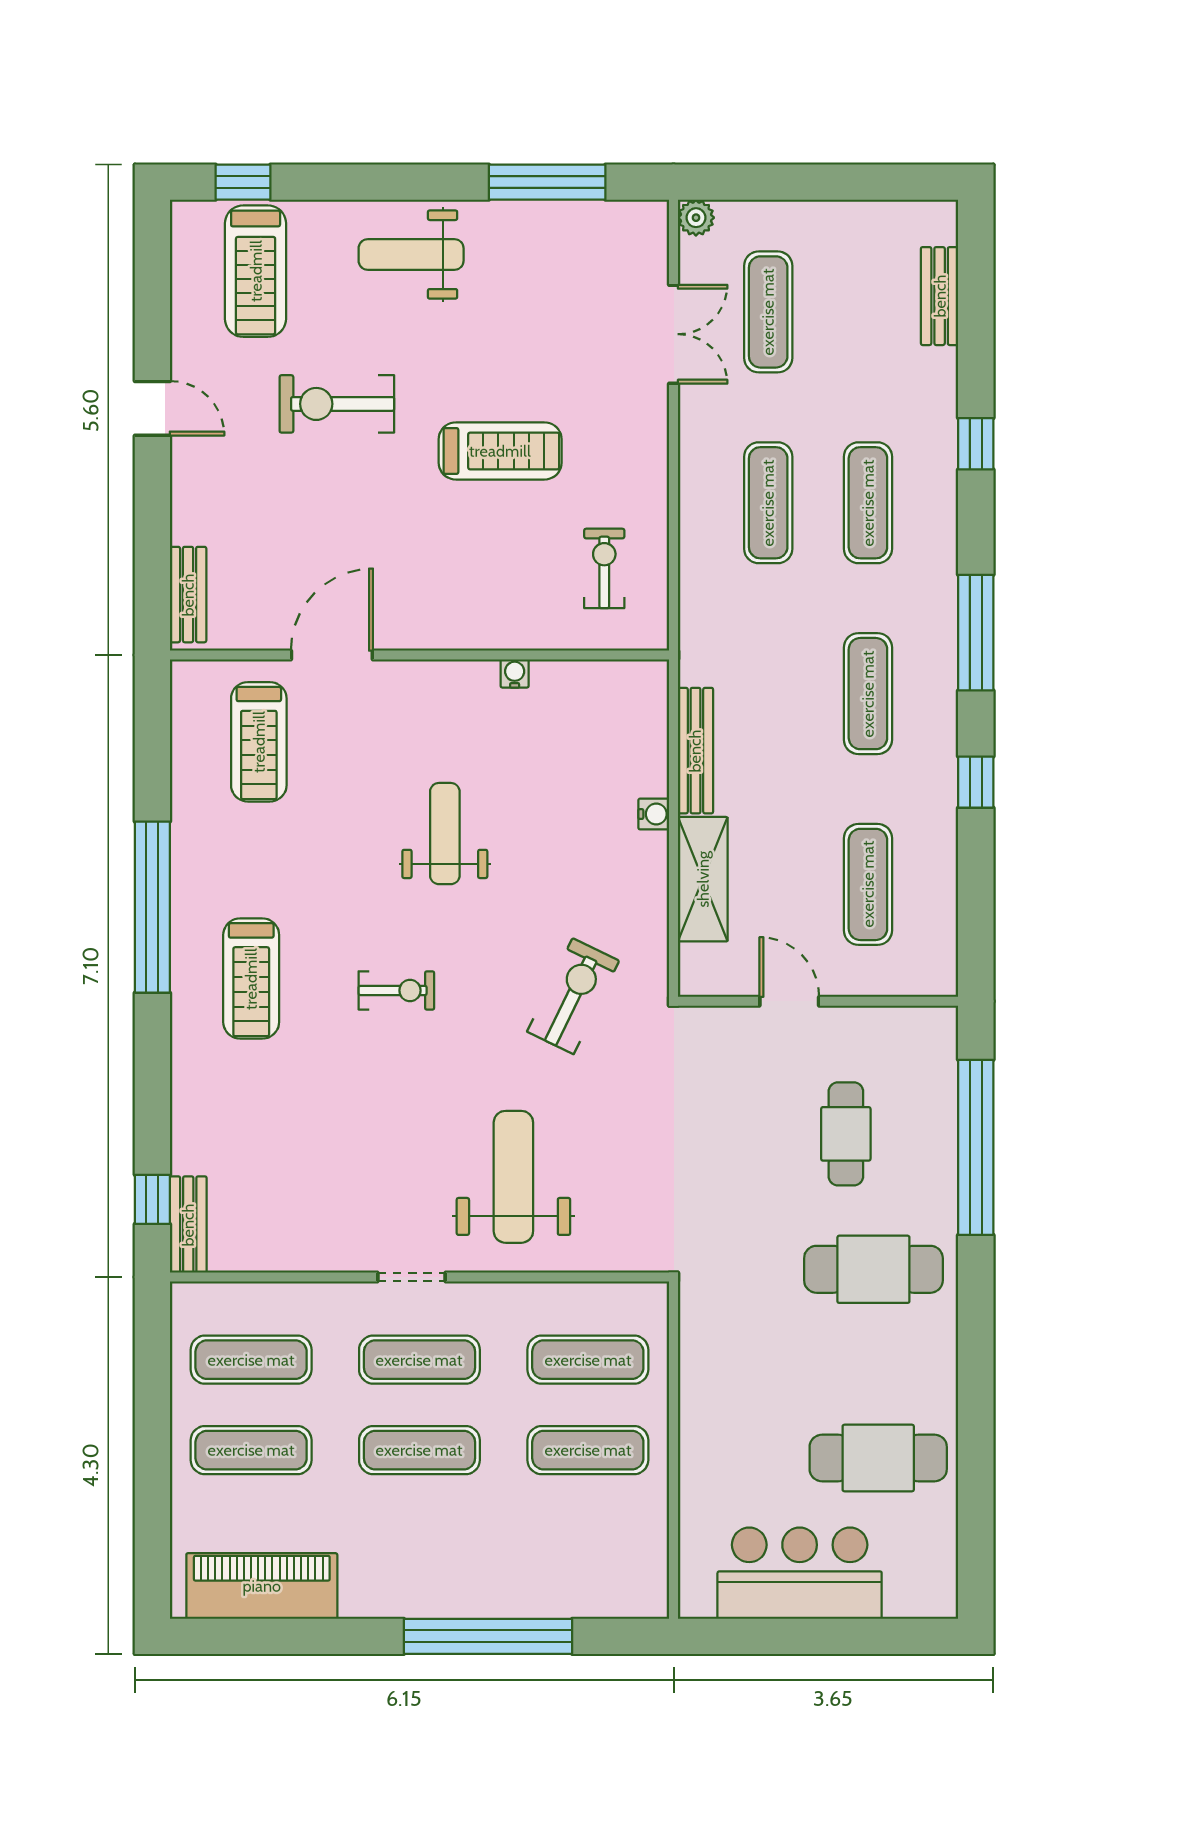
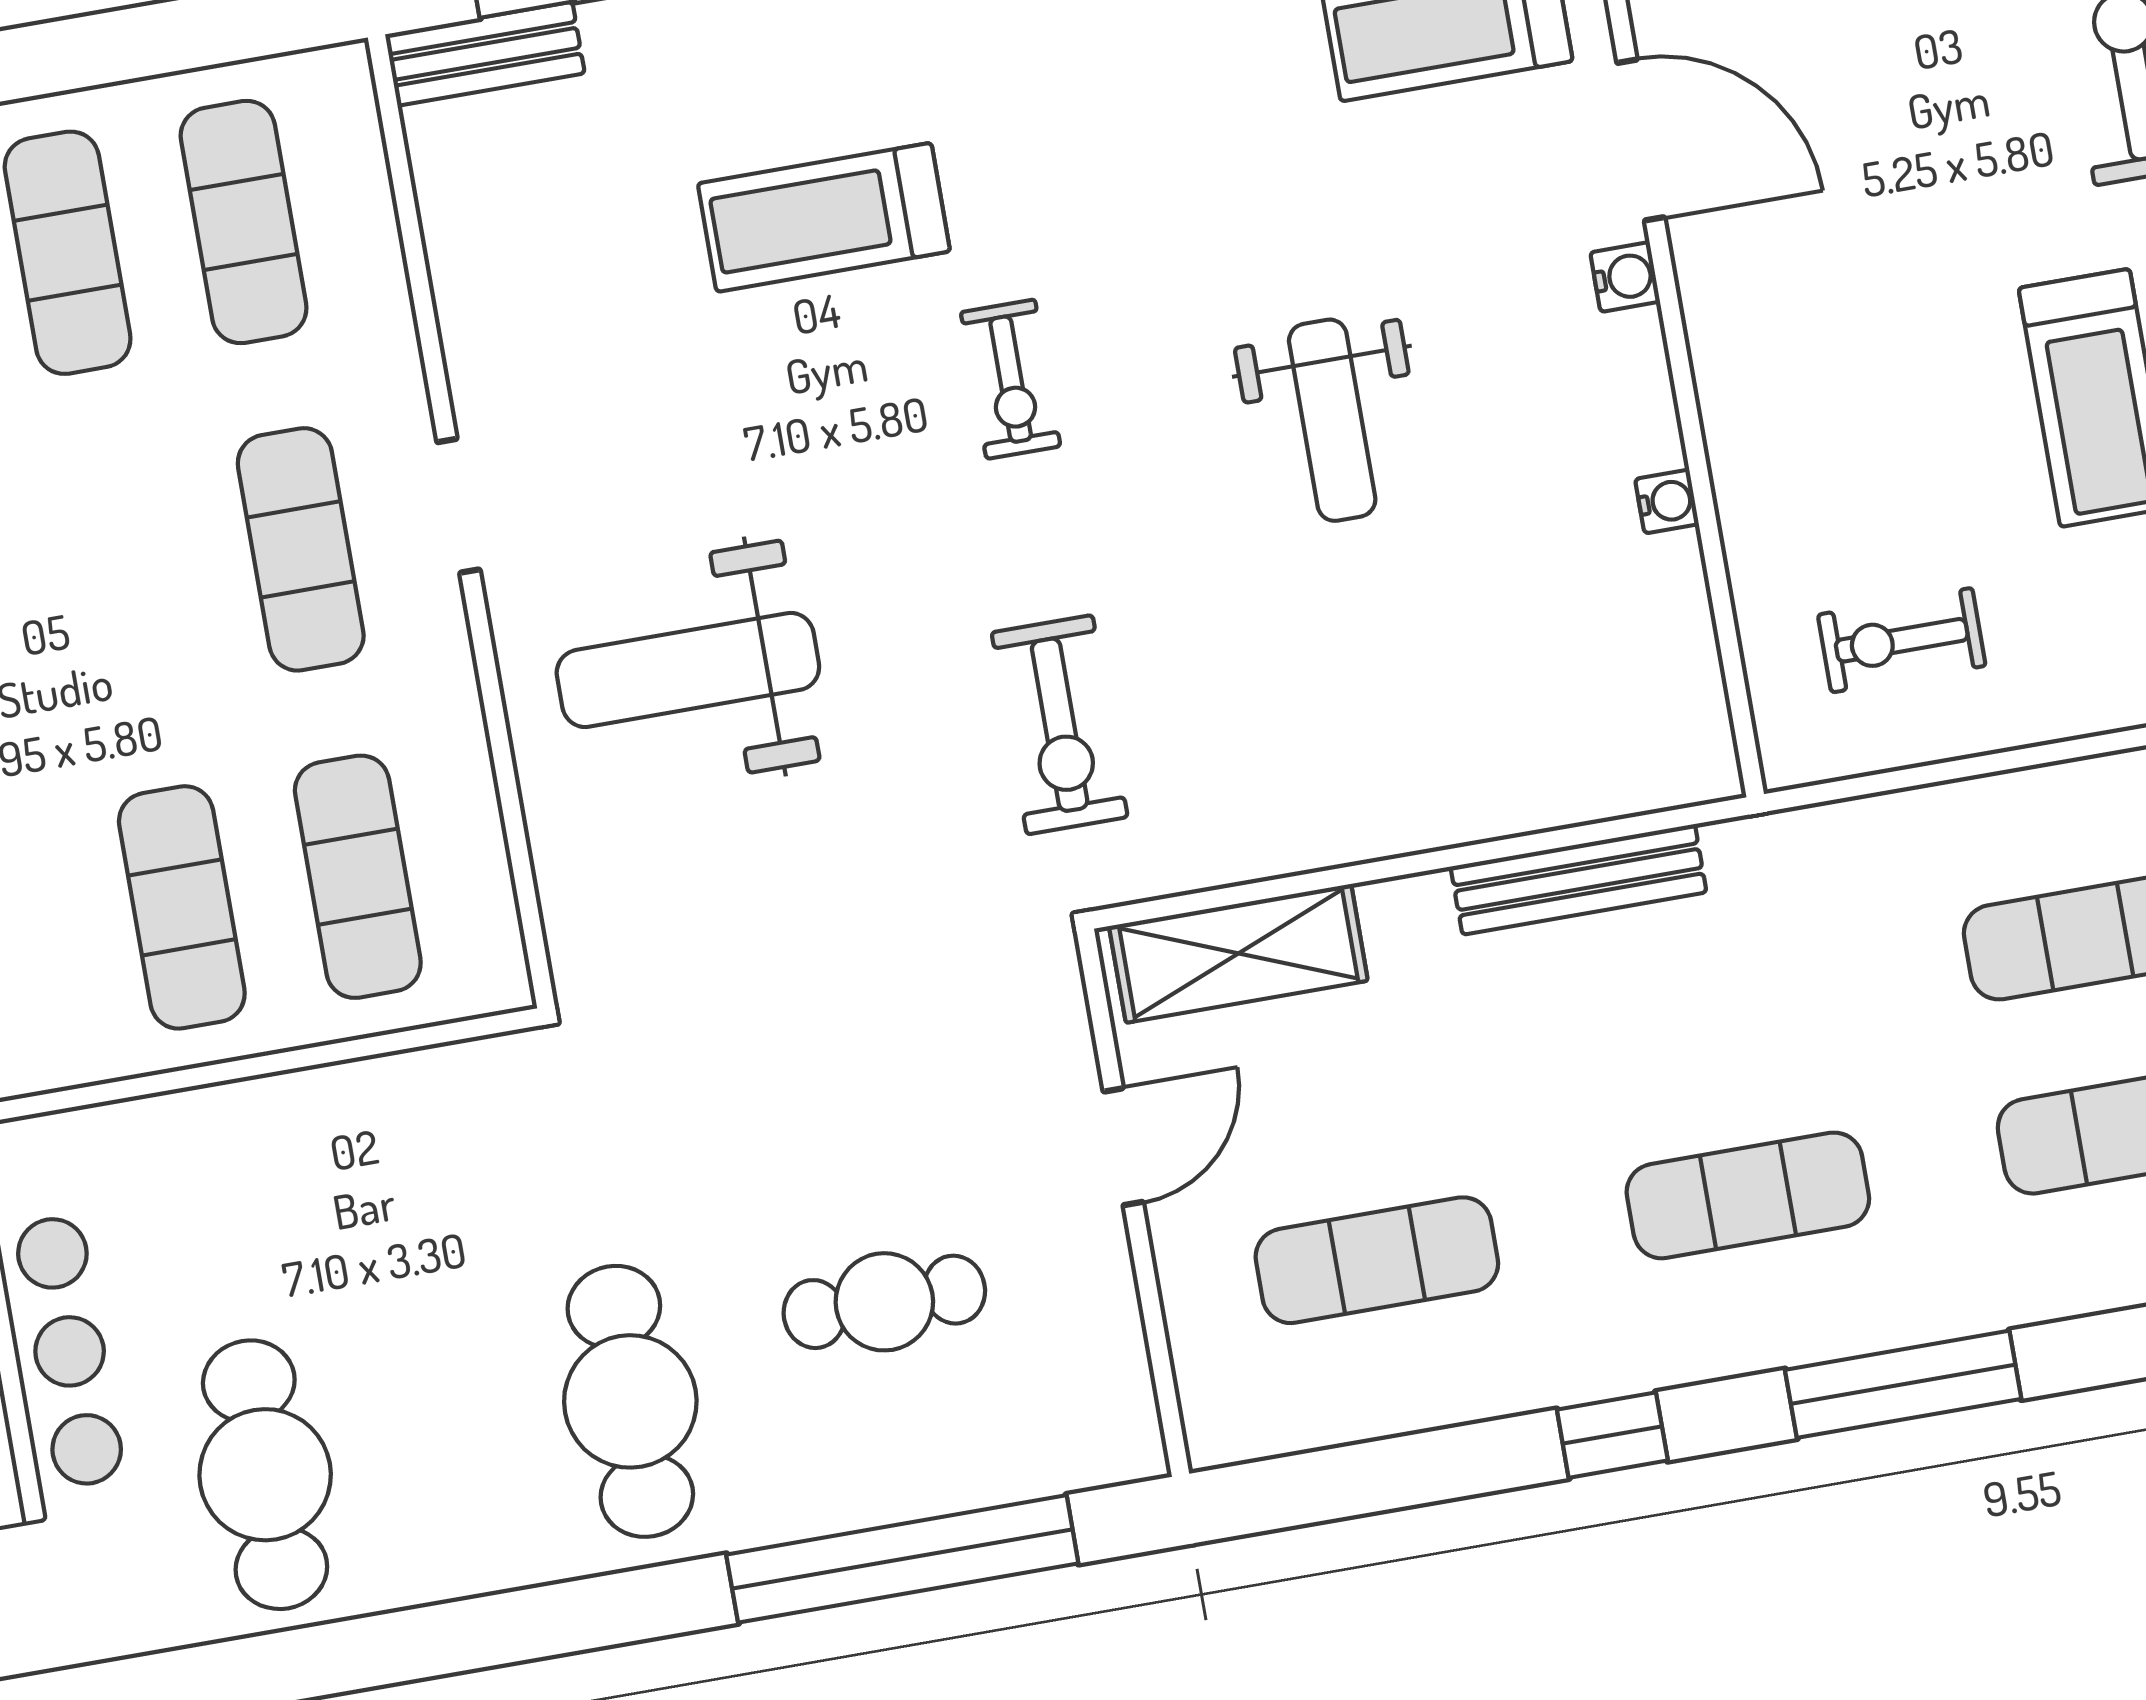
exercise bike: (604, 568) -> (1902, 640), turned 180
water cooler: (654, 814) -> (1625, 277), moved, turned -90
weight bench: (445, 834) -> (1332, 420), turned 90
shelving: (703, 879) -> (1238, 953), moved
treadmill: (251, 979) -> (824, 217), moved
exercise bike: (573, 996) -> (1060, 725), turned 64
weight bench: (513, 1177) -> (688, 670), turned 180
exercise mat: (419, 1450) -> (125, 580), removed

